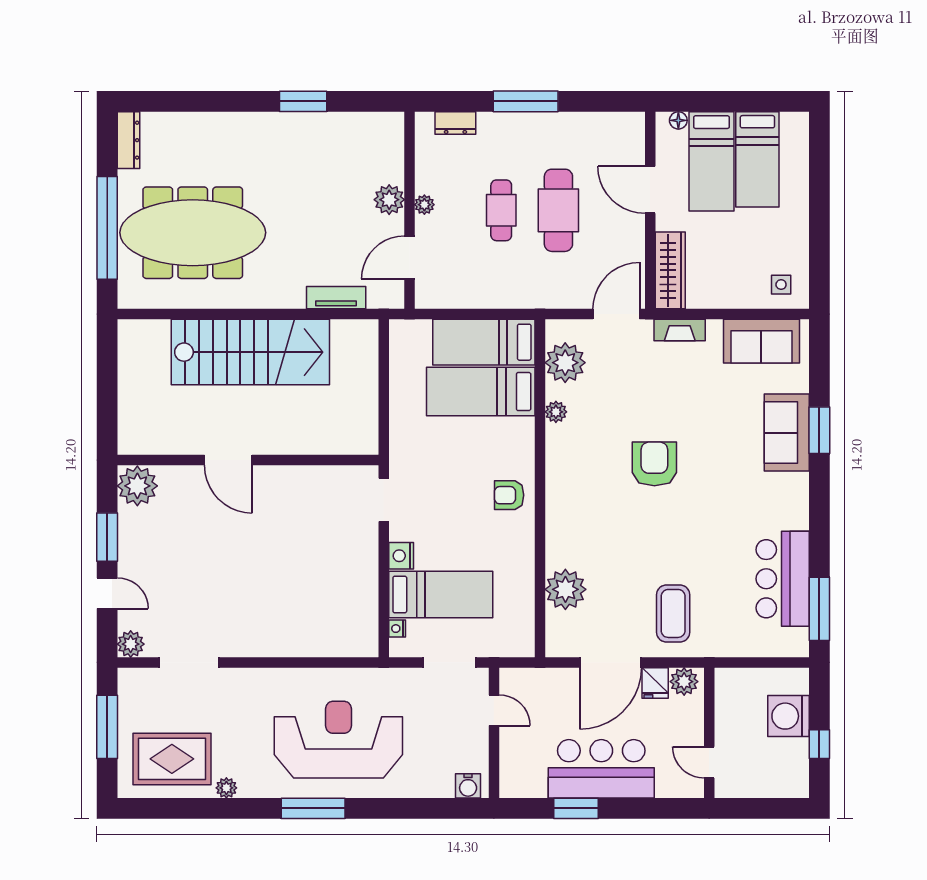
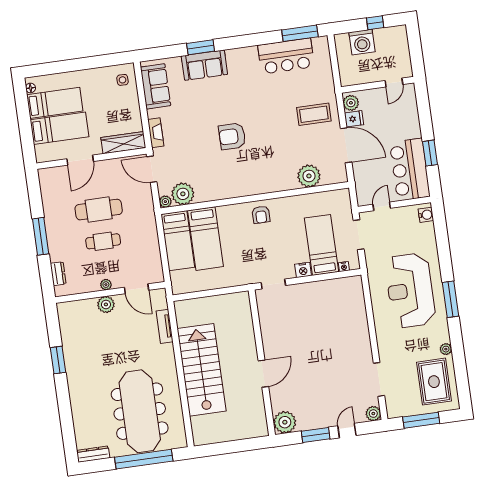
floor lamp: (678, 120) -> (31, 88), moved
plant: (556, 412) -> (165, 202), moved
bar counter: (601, 769) -> (410, 169), moved

